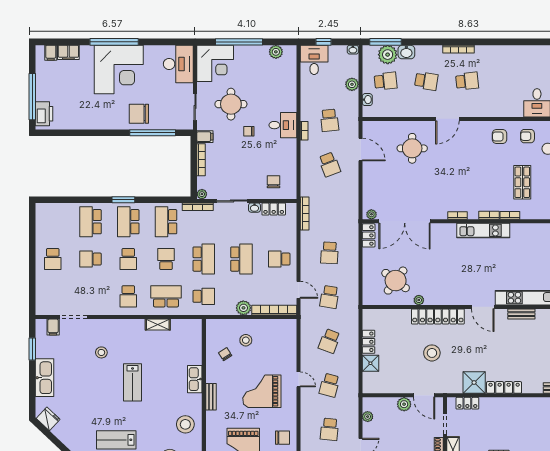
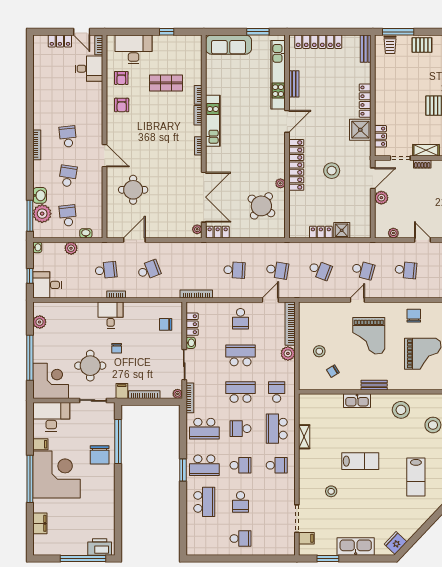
filing cabinet: (51, 53) -> (40, 444), moved
school desk: (91, 222) -> (204, 502), turned -90

